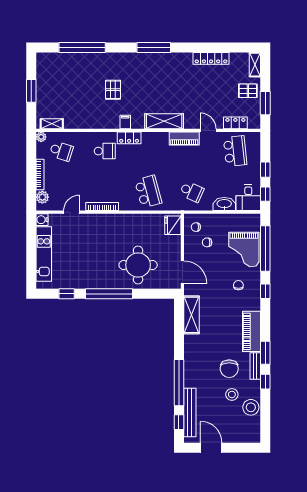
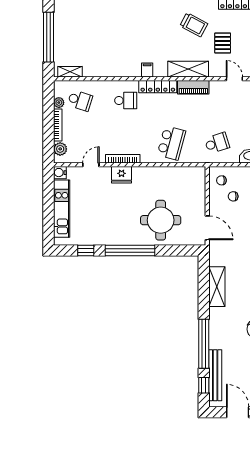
trolley: (170, 79) -> (194, 25), added
pallet: (113, 90) -> (223, 43), moved
window: (31, 91) -> (48, 37), width x2.11
plant: (41, 137) -> (59, 103), moved
locker: (129, 138) -> (158, 87), width x1.53
piano: (184, 138) -> (193, 87), moved
school desk: (148, 192) -> (171, 143), turned 30
school desk: (192, 192) -> (217, 143), turned -42
fridge: (173, 225) -> (122, 175), moved, turned -90
shelving: (191, 315) -> (217, 287), moved

